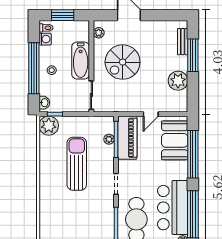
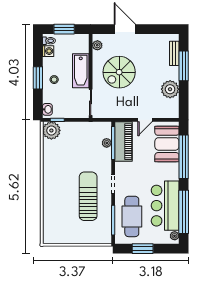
window: (34, 68) -> (38, 78), width x0.47
sun lounger: (77, 164) -> (88, 196), moved

